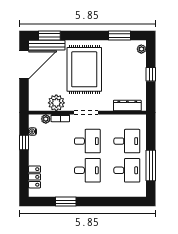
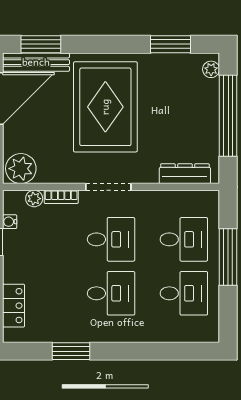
window: (151, 74) -> (228, 116), width x3.17
plant: (56, 103) -> (21, 169), moved
window: (151, 166) -> (228, 257), moved

